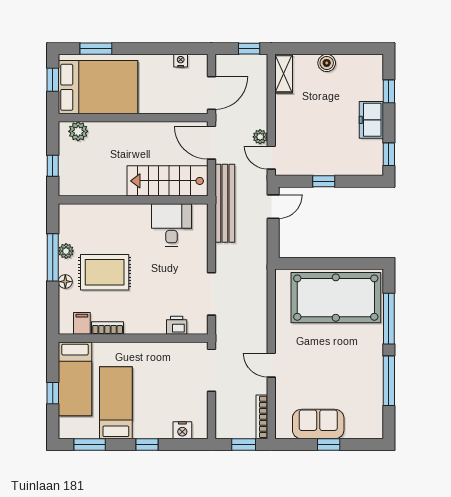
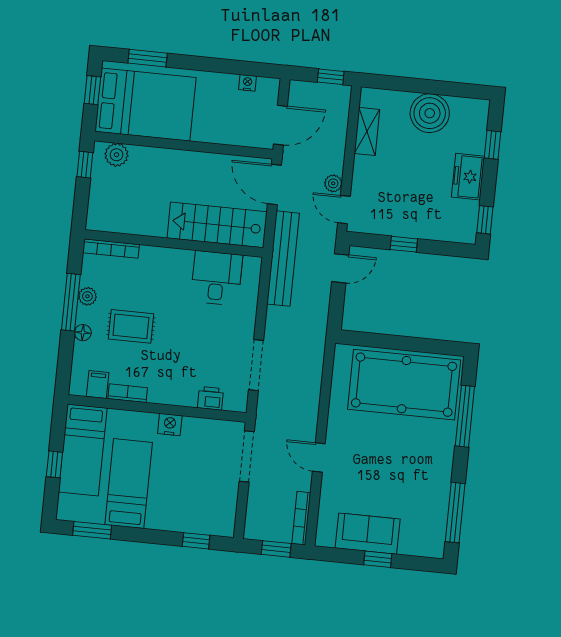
boiler: (327, 63) -> (430, 113), width x1.86, depth x1.86
shelving: (284, 74) -> (367, 131), moved
window: (53, 166) -> (85, 165), moved
bookcase: (82, 210) -> (111, 249), added
rug: (105, 272) -> (131, 326), width x0.73, depth x0.70
window: (389, 381) -> (455, 513), moved
nightstand: (182, 430) -> (170, 425), moved, turned 180
window: (147, 444) -> (196, 541), moved

